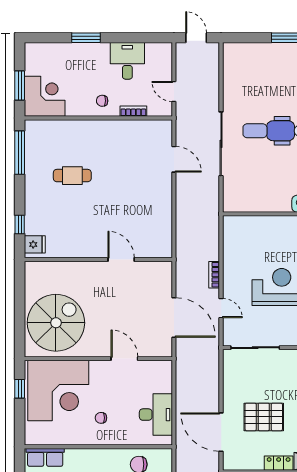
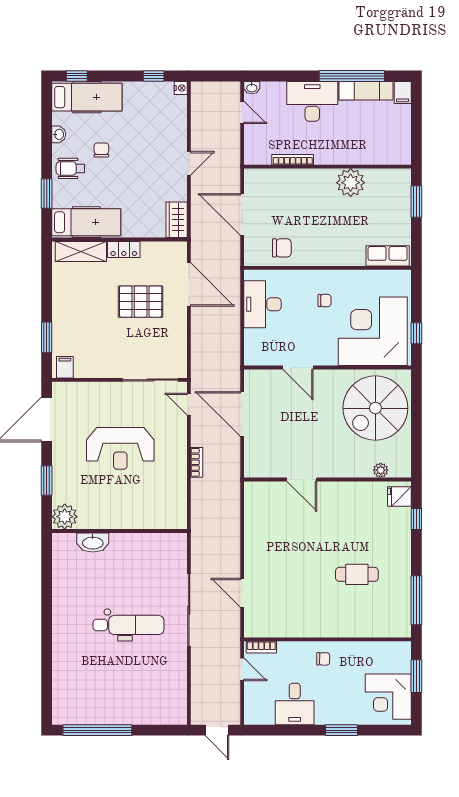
corner desk: (45, 96) -> (388, 697), moved
bookcase: (133, 111) -> (261, 647), moved
plant: (51, 268) -> (381, 470), added
door: (221, 308) -> (189, 404), moved

